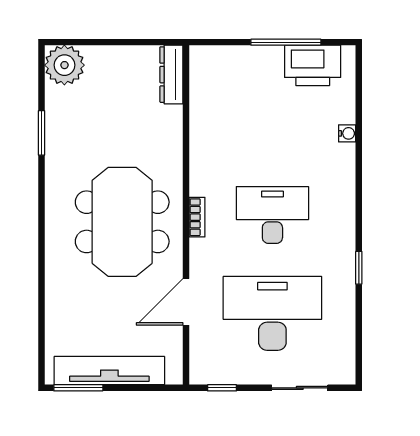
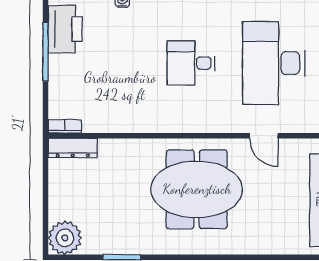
desk: (272, 215) -> (191, 63), width x0.73
bookcase: (197, 217) -> (65, 126), moved
door: (186, 302) -> (264, 136), width x0.73

